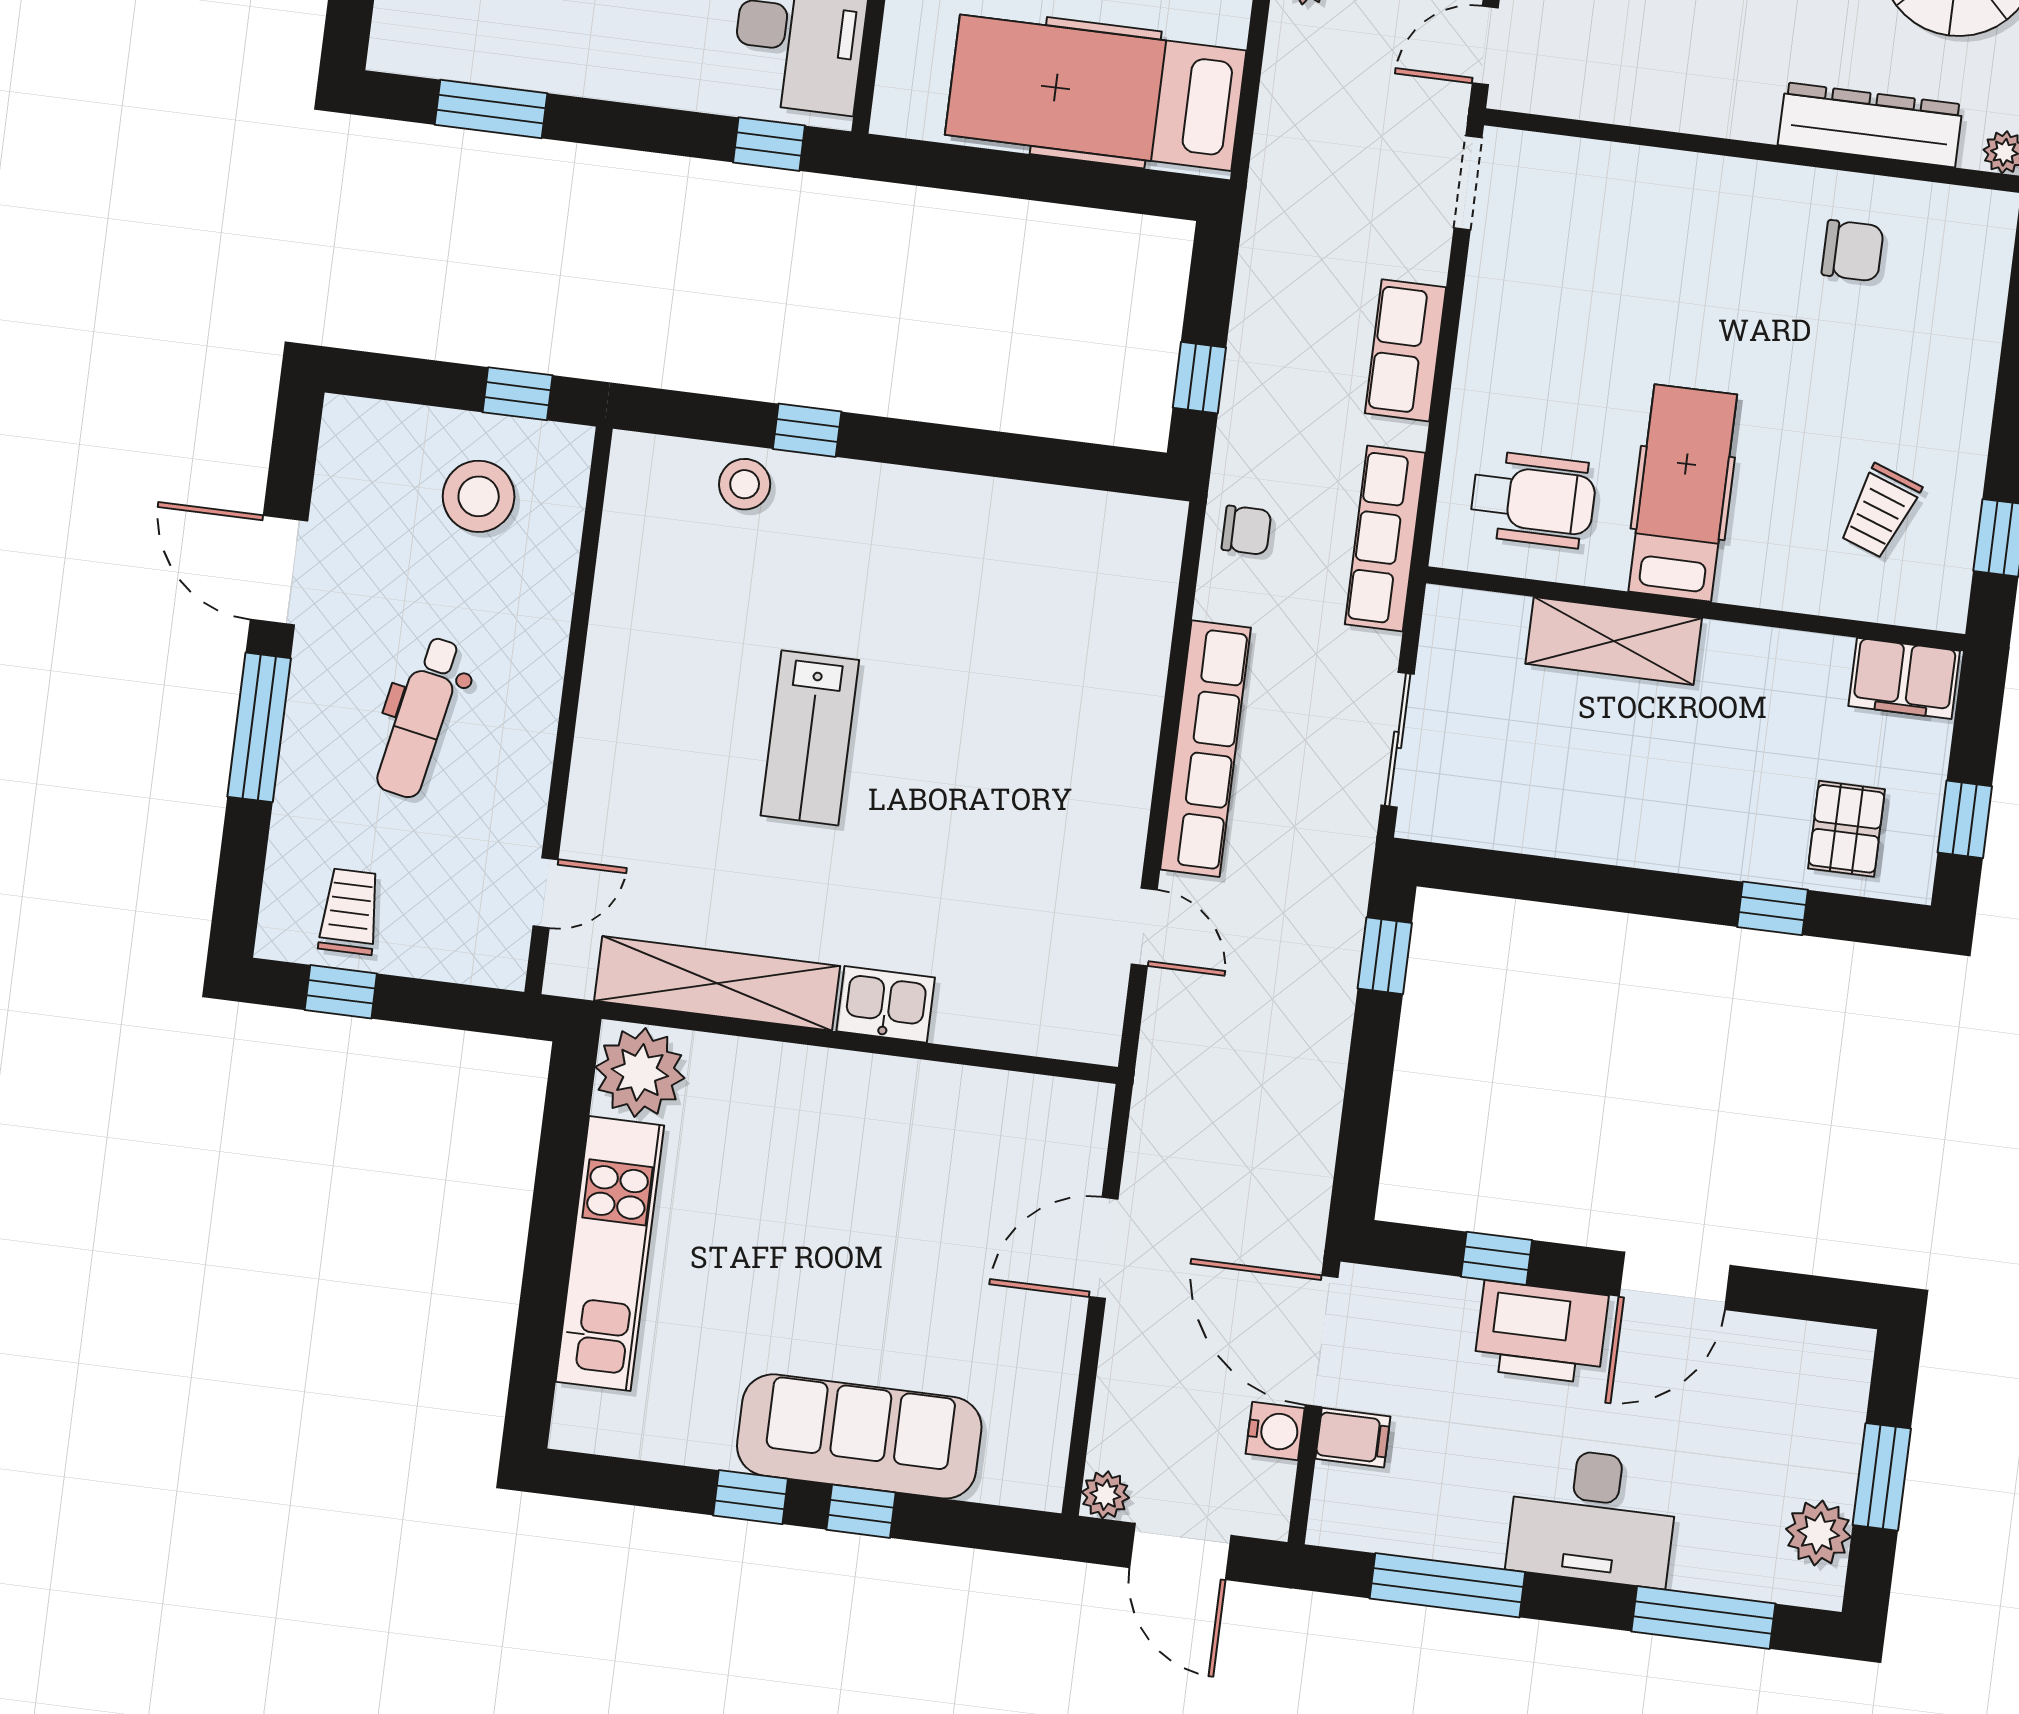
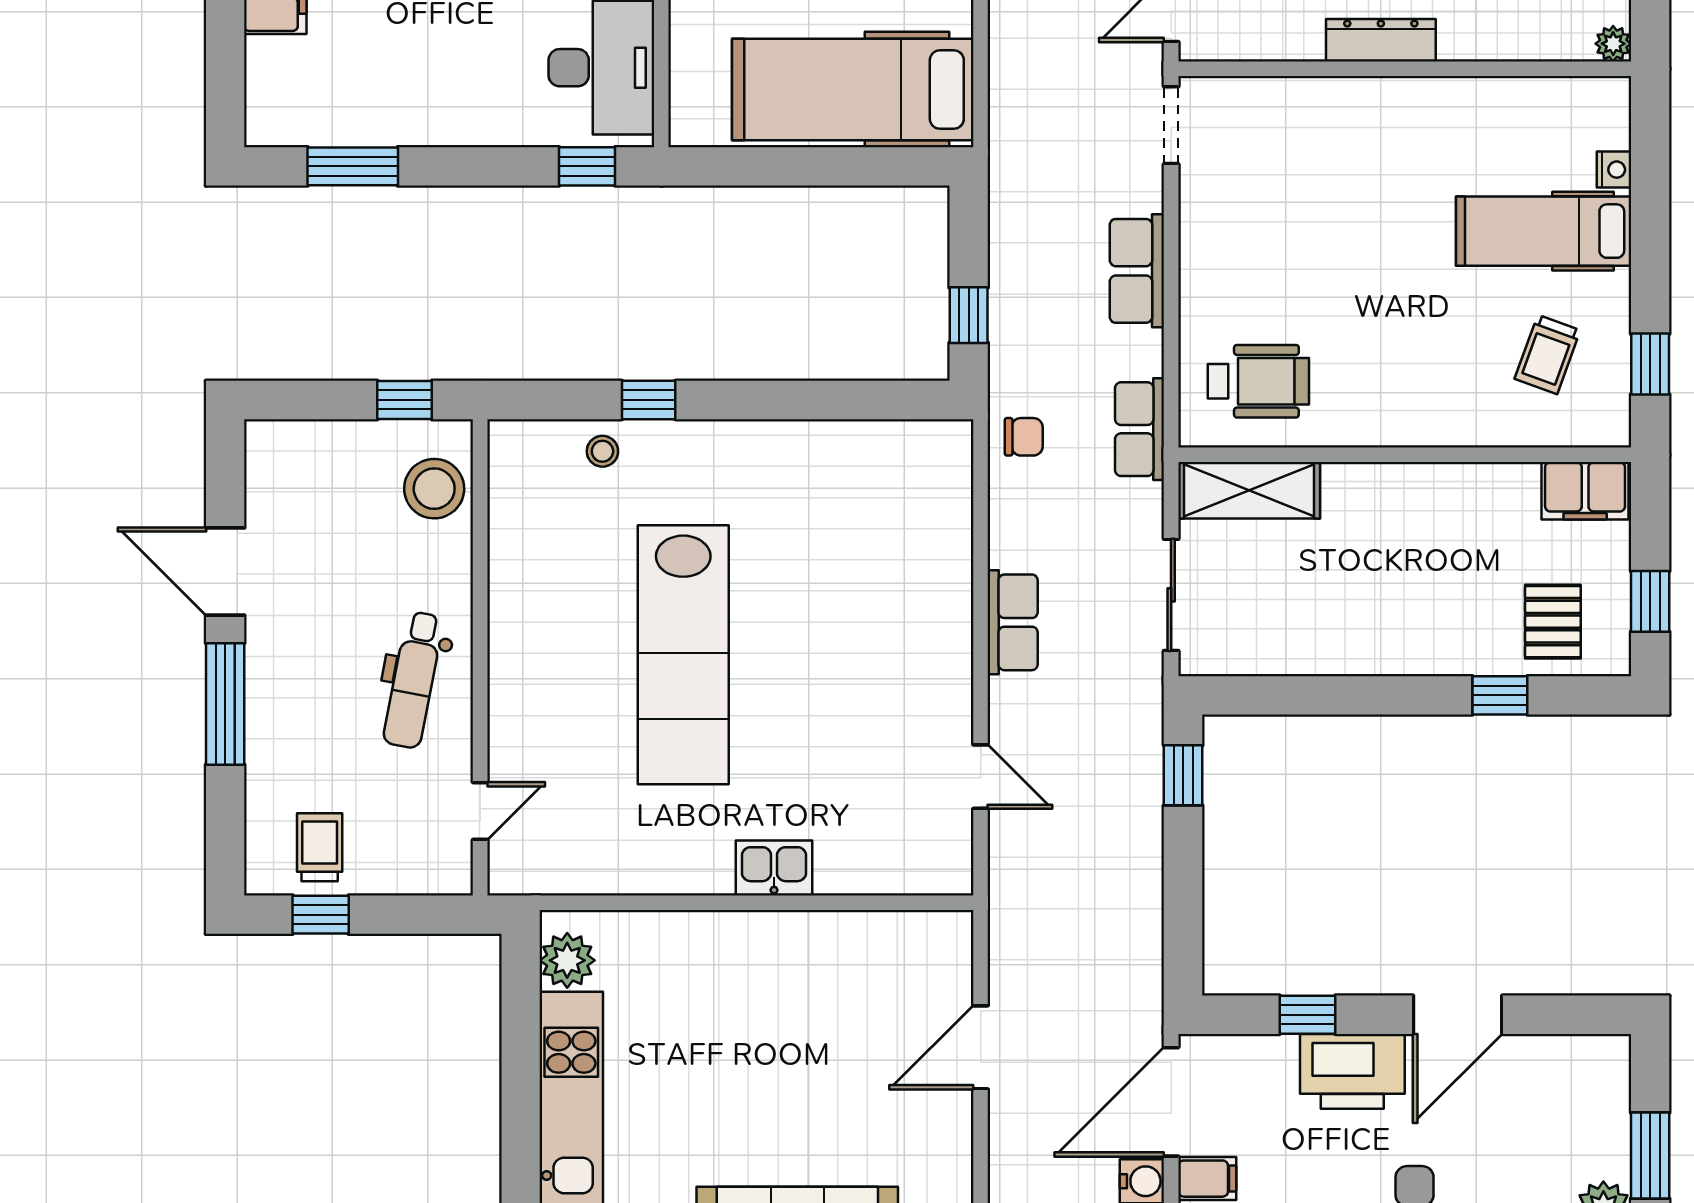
dresser: (1870, 125) -> (1381, 40), moved, width x0.73, depth x0.80
chair: (1853, 251) -> (1497, 141), removed
nightstand: (1987, 302) -> (1614, 170), added
stool: (745, 484) -> (602, 451), width x0.73, depth x0.73
hospital bed: (1683, 493) -> (1544, 231), moved, turned -90
stool: (479, 496) -> (434, 489), moved
row of seats: (1385, 539) -> (1140, 429), width x0.68
shelving: (1614, 641) -> (1249, 490), moved
dental chair: (420, 717) -> (413, 680), moved
lab bench: (810, 738) -> (683, 655), width x1.86, depth x1.39
row of seats: (1205, 749) -> (1013, 622), width x0.50
shelving: (717, 983) -> (632, 868), removed
plant: (640, 1072) -> (567, 960), width x0.73, depth x0.73
door: (1322, 1341) -> (1171, 1102), hinge flipped

